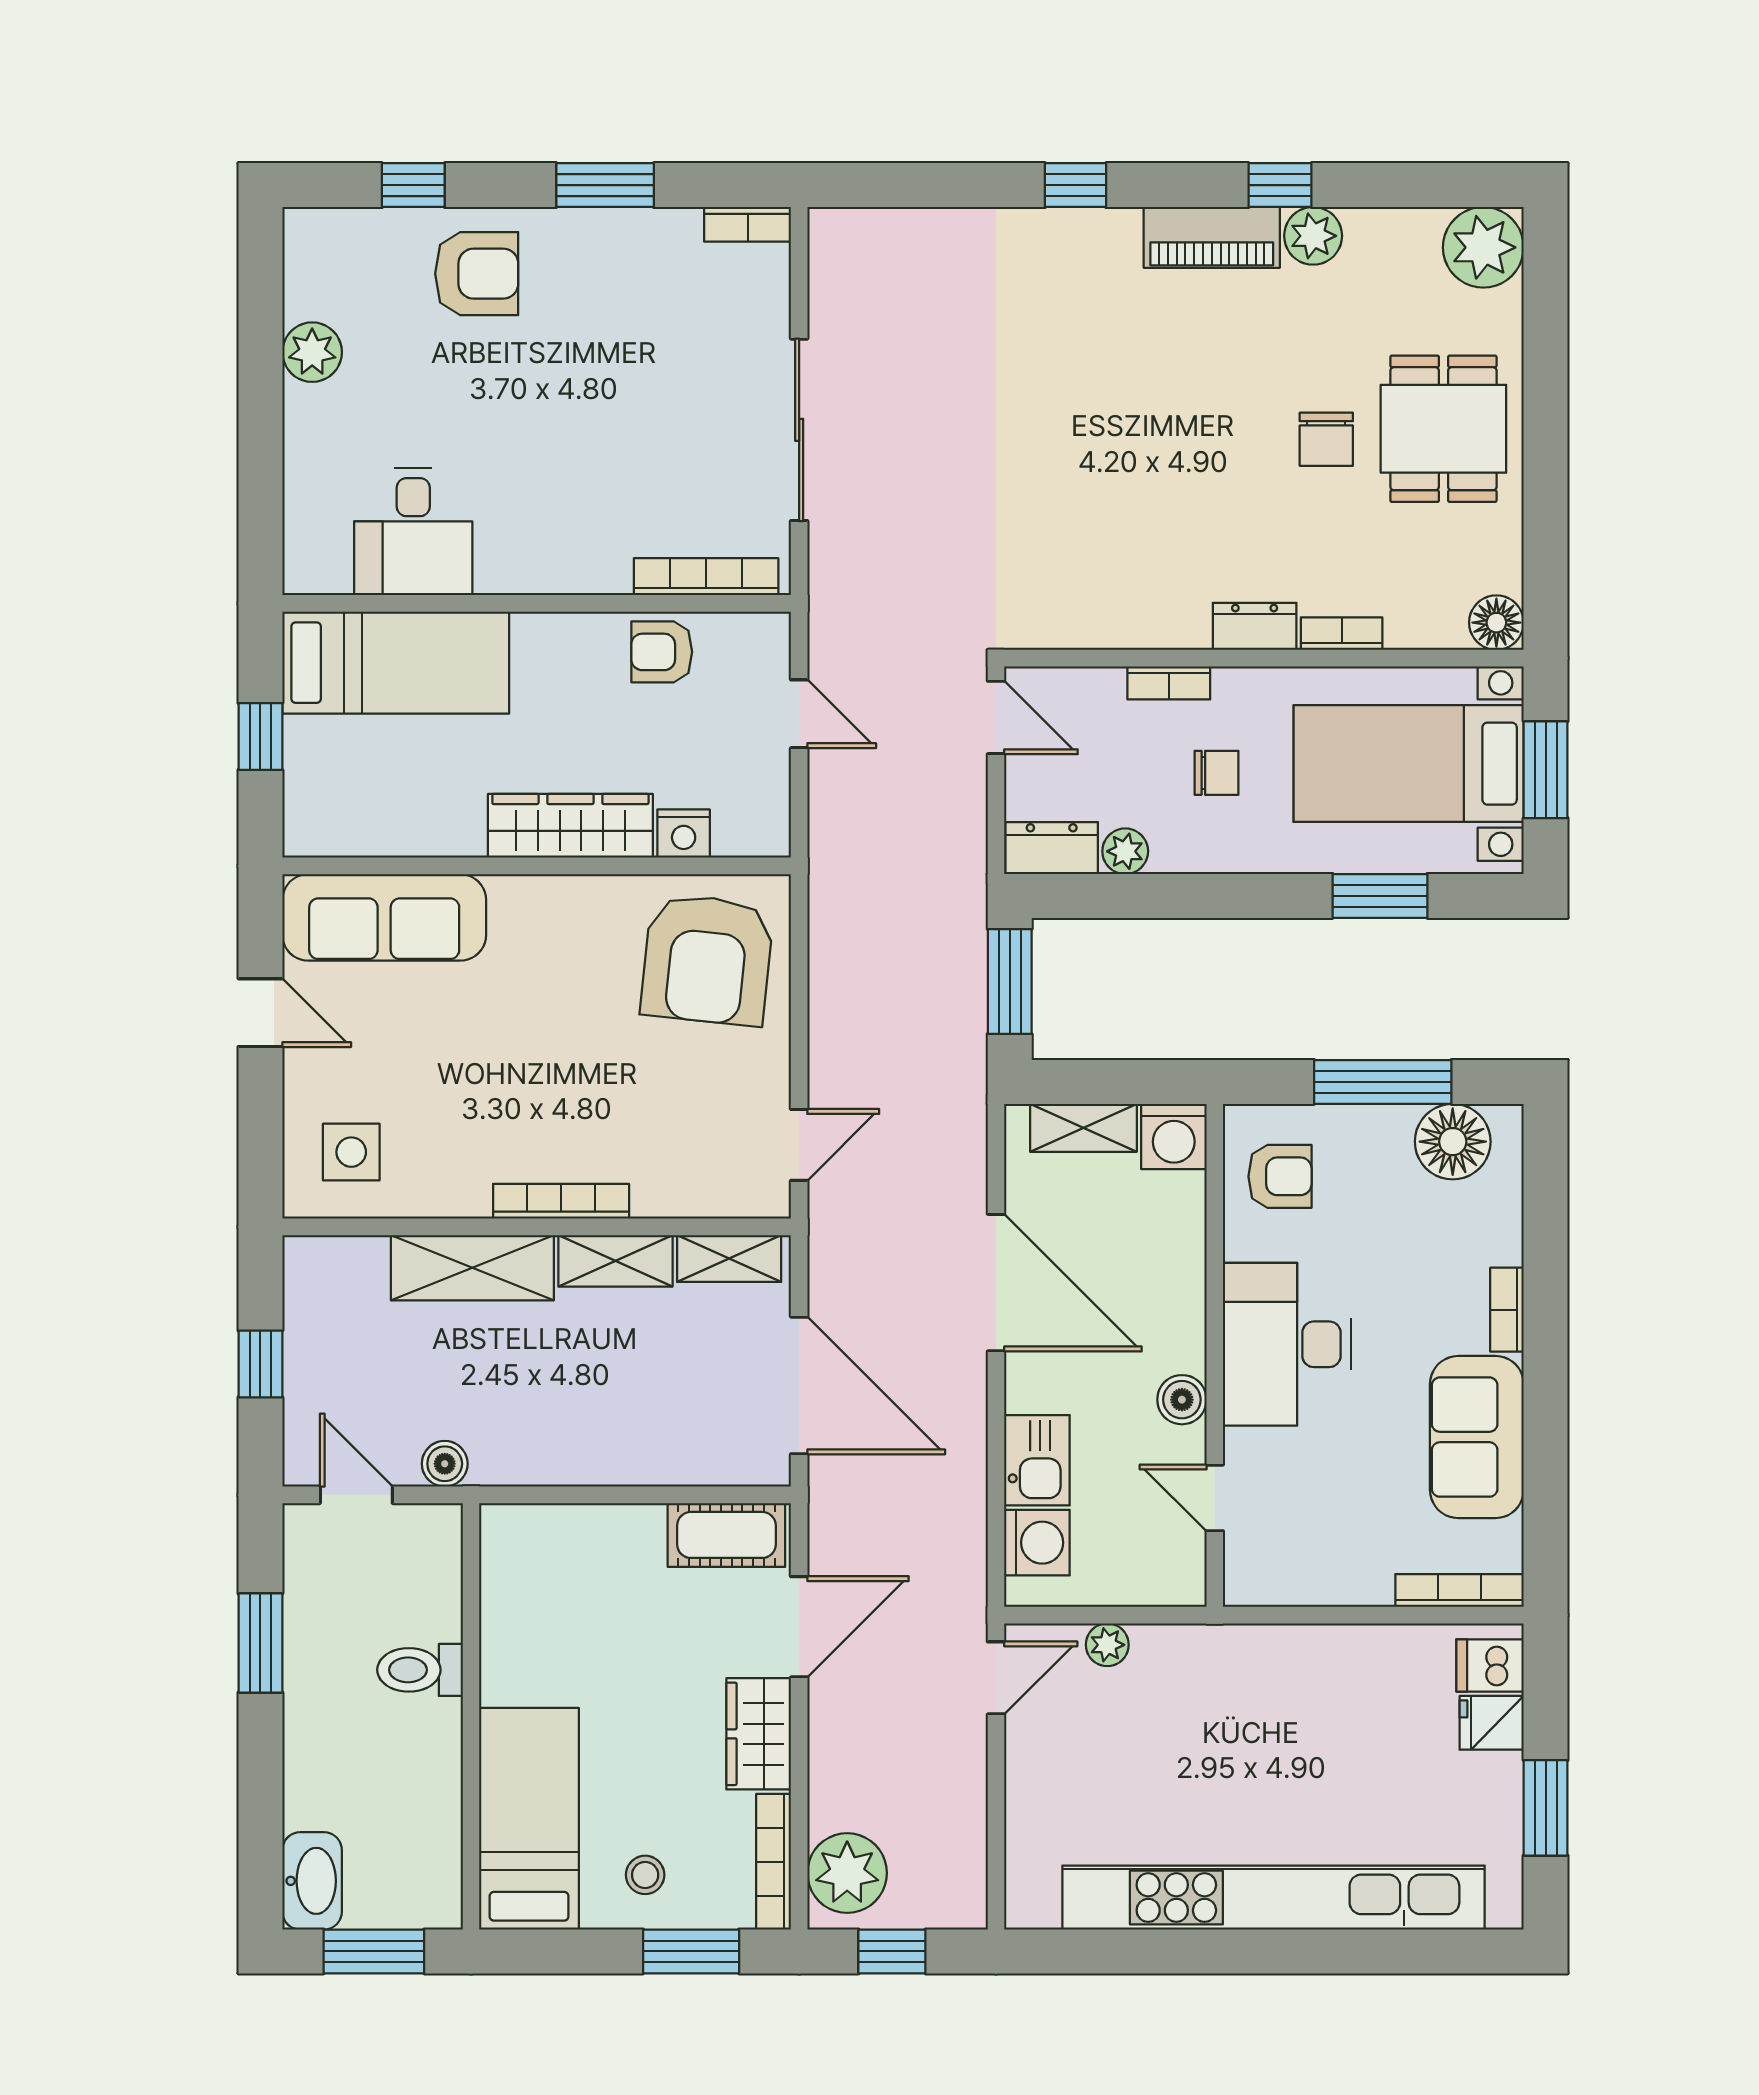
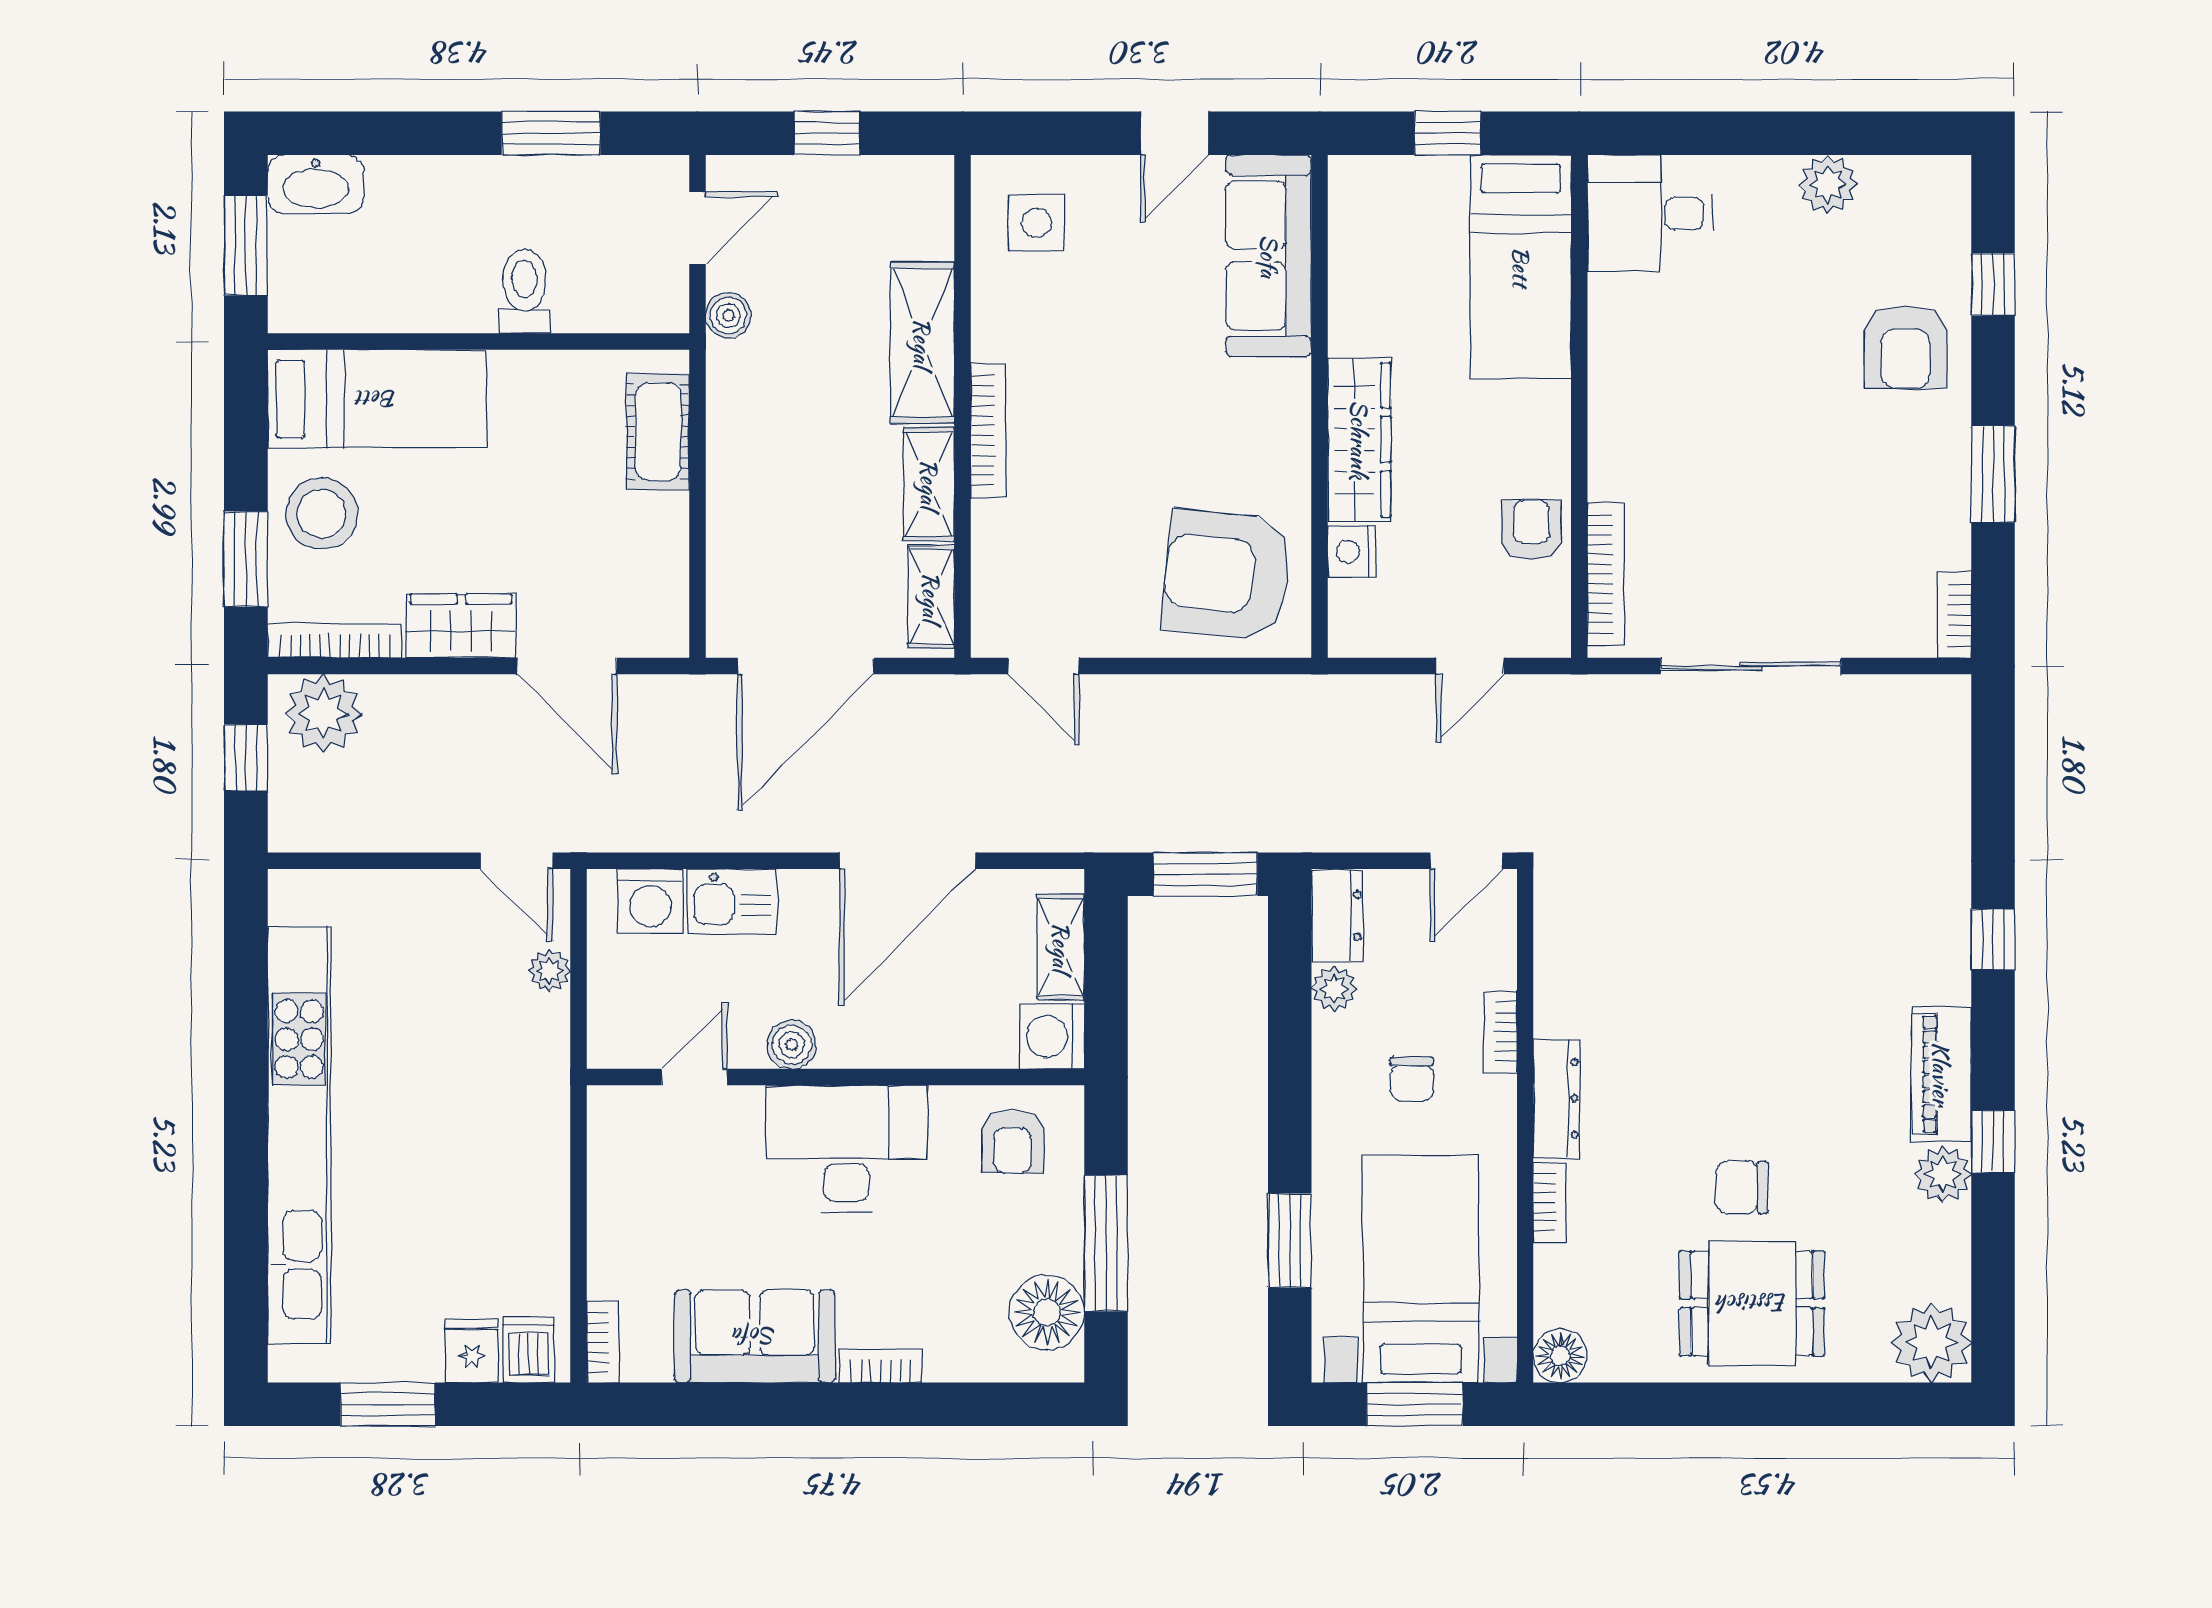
desk: (413, 532) -> (1650, 213), moved
dresser: (1255, 626) -> (1557, 1098), width x1.44
cot: (726, 1535) -> (658, 432), moved
bookcase: (1460, 1590) -> (603, 1342), width x0.64
stool: (645, 1875) -> (322, 514), width x1.89, depth x1.89

